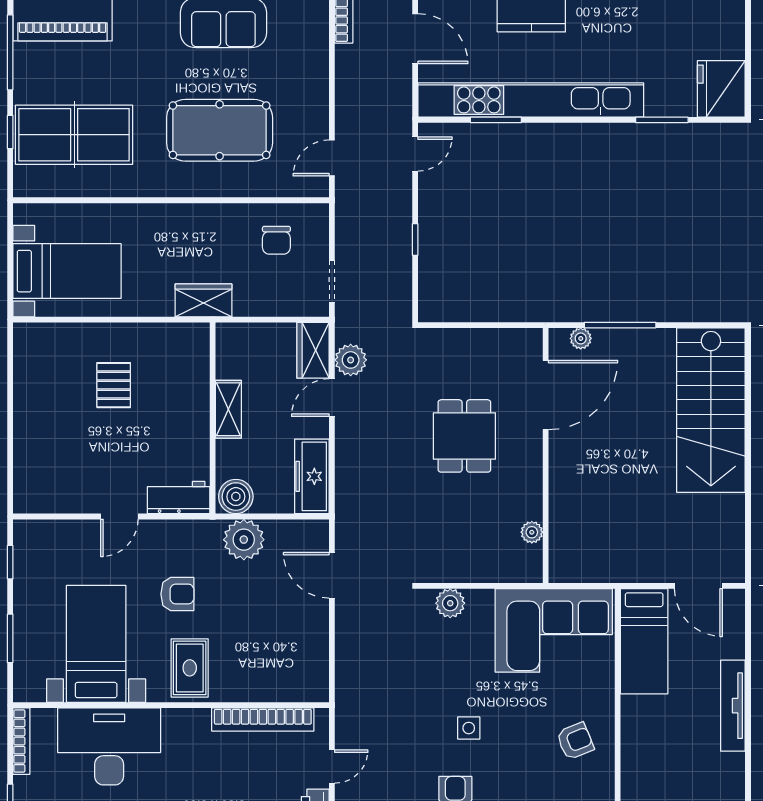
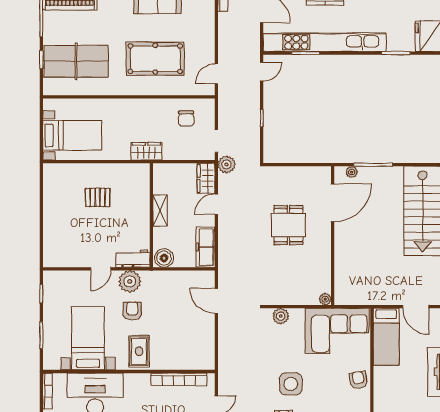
plant: (351, 360) -> (227, 164), moved
pallet: (114, 385) -> (98, 197), turned 90
plant: (532, 532) -> (325, 299), moved
plant: (244, 540) -> (130, 281), moved
armchair: (177, 594) -> (132, 311), turned -90
side table: (469, 728) -> (291, 384), width x1.87, depth x1.87
armchair: (575, 741) -> (358, 380), moved, turned -77

